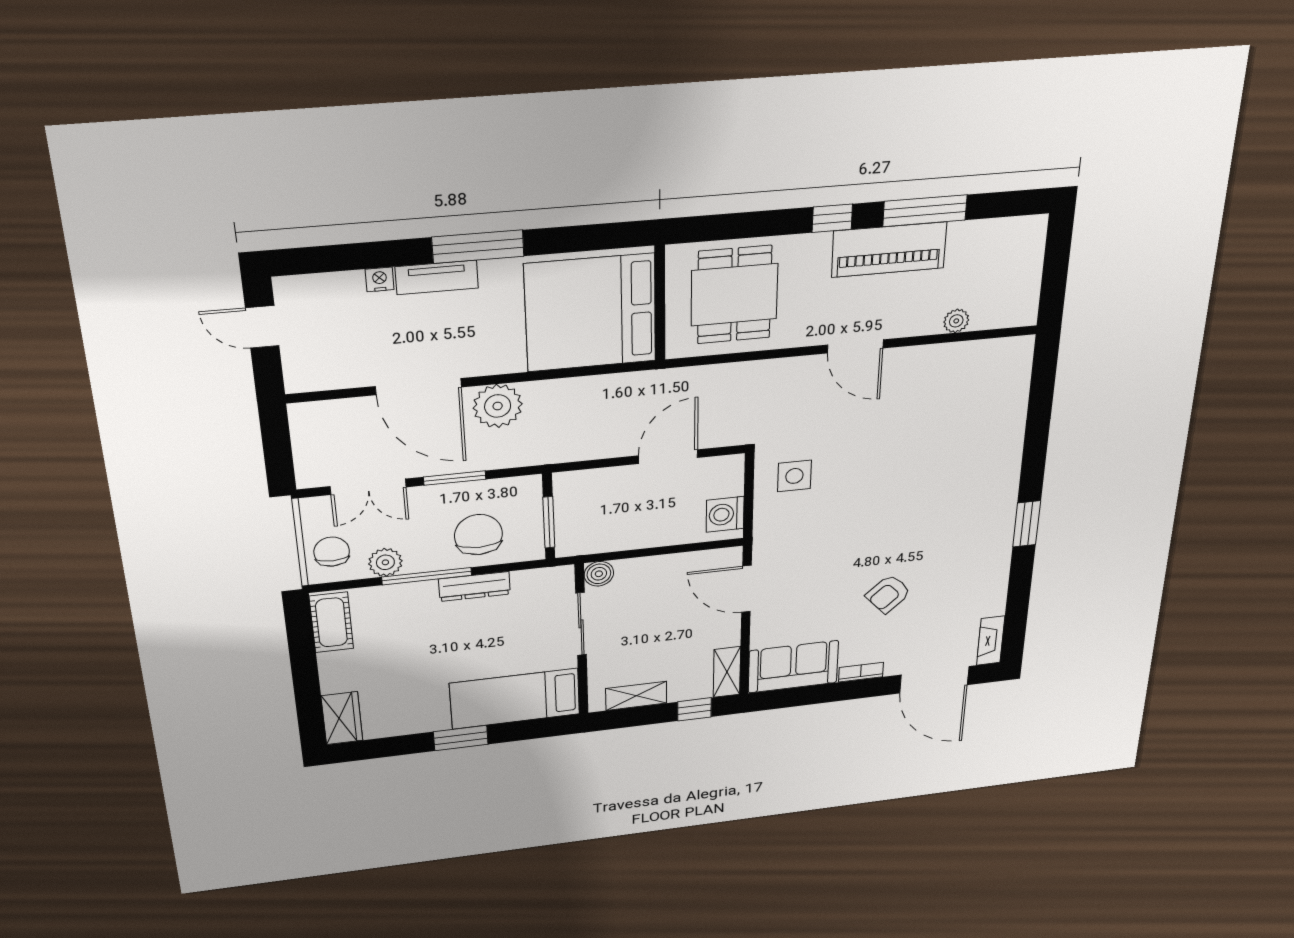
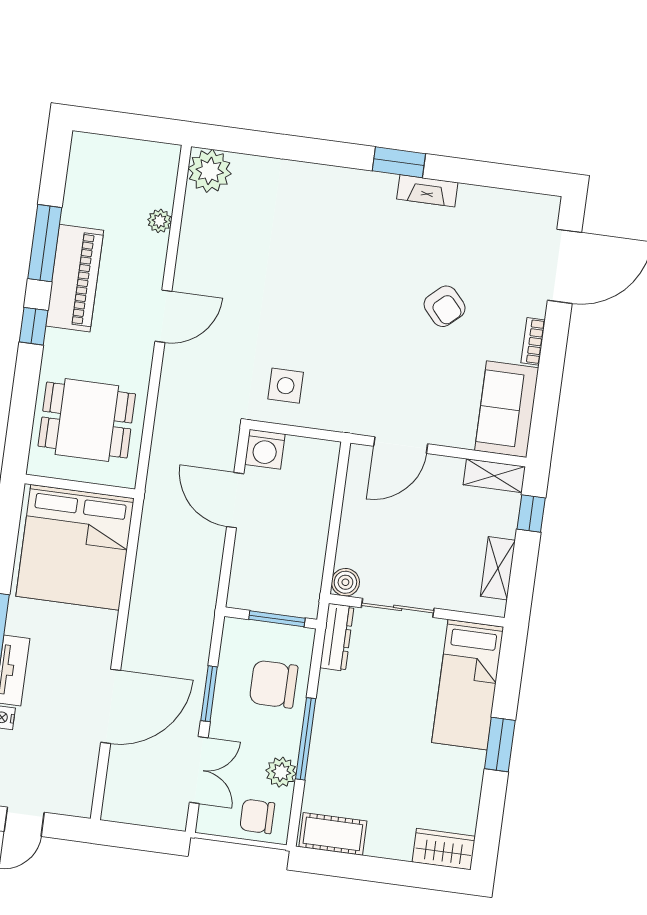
plant: (498, 406) -> (210, 171), moved
washing machine: (725, 514) -> (265, 449), moved
dresser: (474, 587) -> (337, 637), moved
fireplace: (991, 641) -> (427, 191), moved

